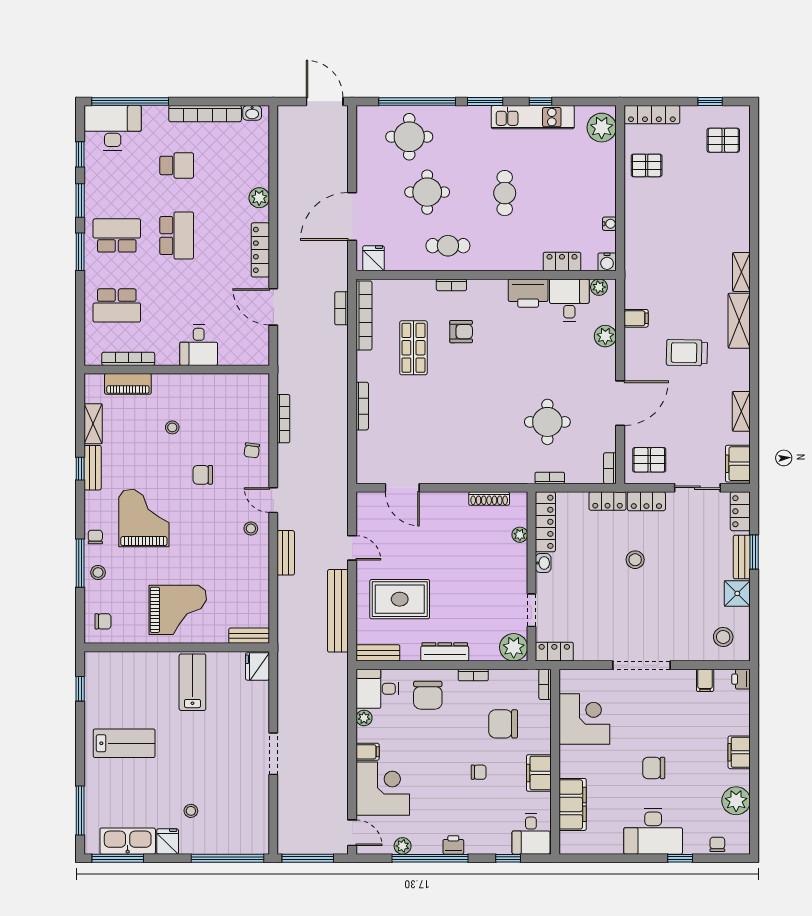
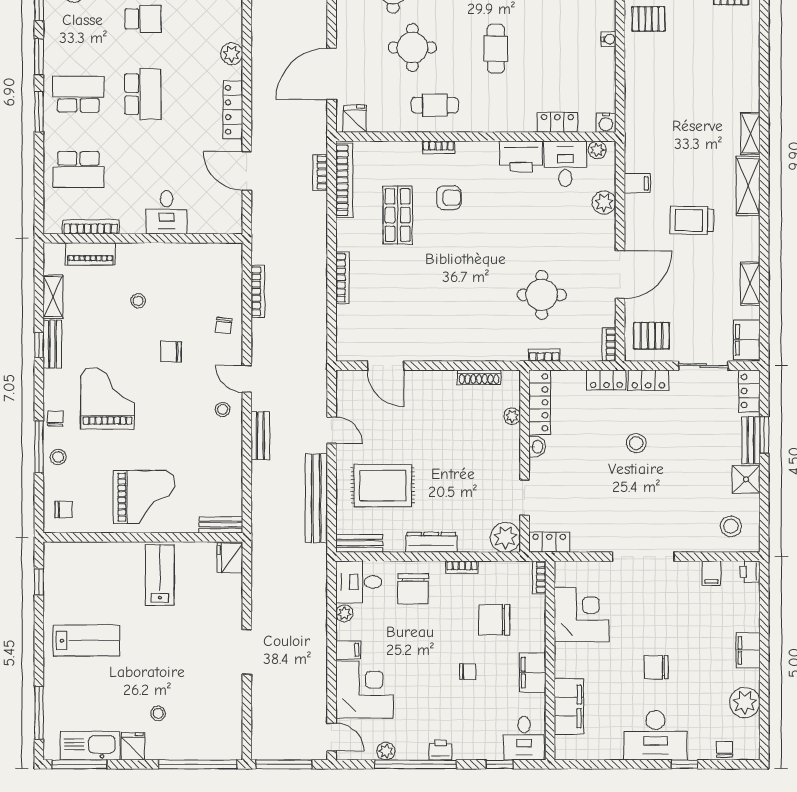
water cooler: (609, 224) -> (608, 39), moved

